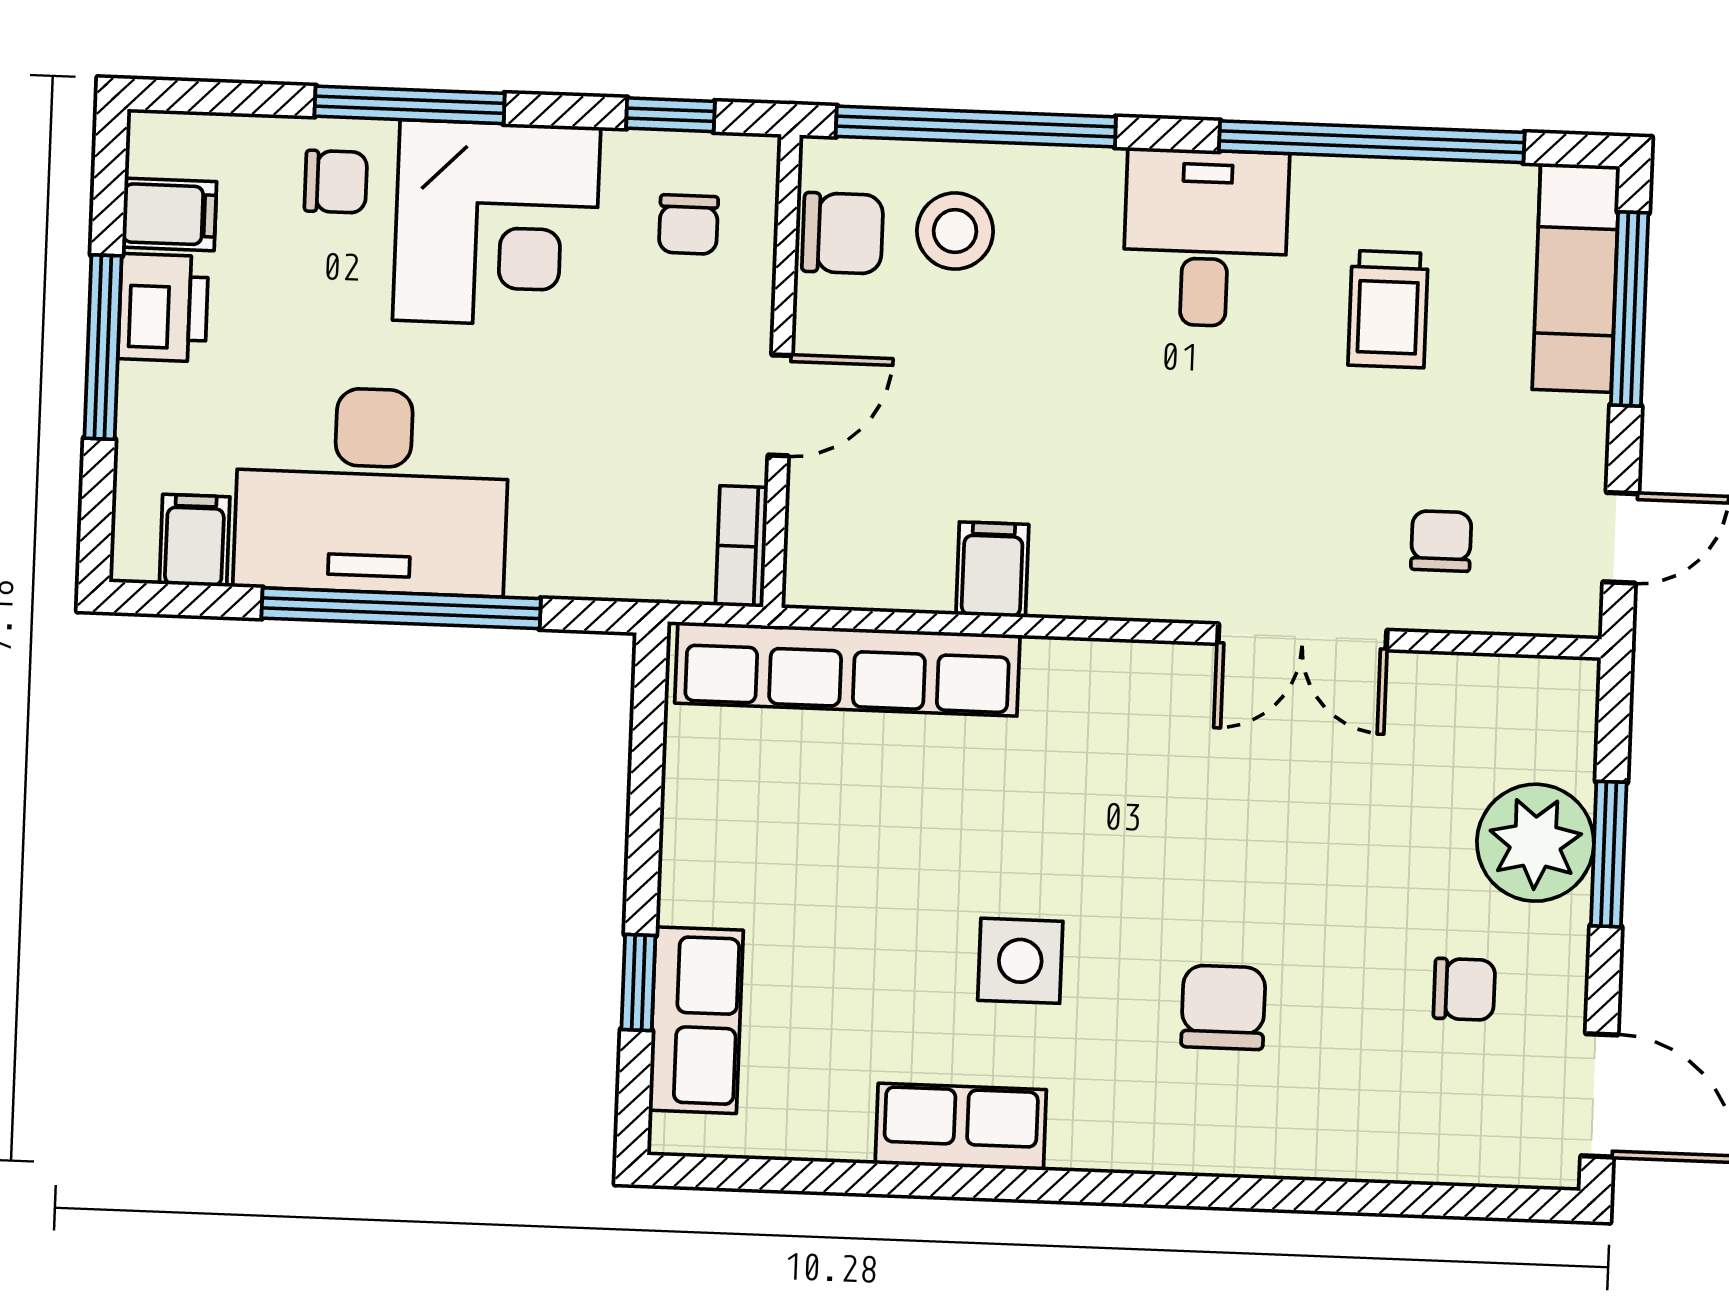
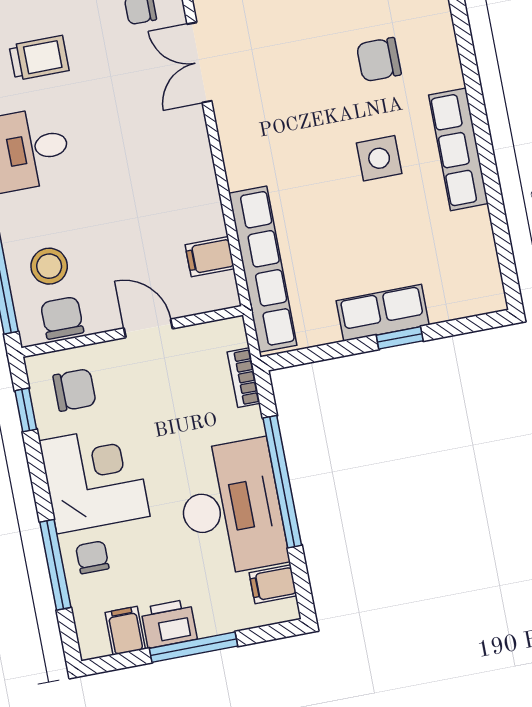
window: (410, 105) -> (55, 565), moved
chair: (688, 225) -> (75, 390), width x1.37, depth x1.37
bookcase: (742, 546) -> (244, 378), moved, turned 90
filing cabinet: (992, 569) -> (210, 257), moved
double door: (1302, 637) -> (199, 63), swing flipped
window: (638, 982) -> (400, 338), moved
row of seats: (696, 1020) -> (383, 313), moved
row of seats: (961, 1127) -> (458, 149), width x1.48

